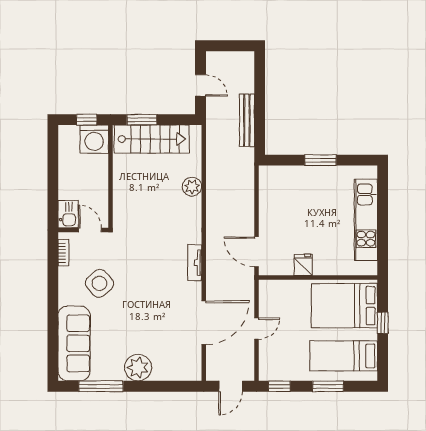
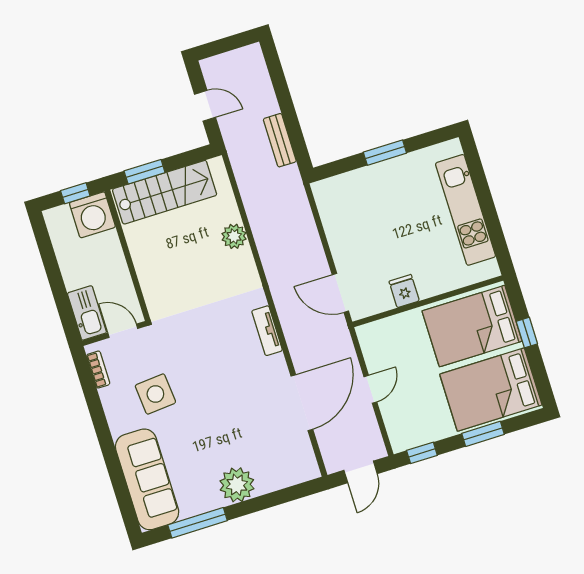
bench: (247, 120) -> (280, 140), width x0.73
kitchen sink: (68, 214) -> (87, 313), width x1.38
side table: (99, 283) -> (155, 394), turned 36
bed: (344, 356) -> (491, 390), width x1.50

